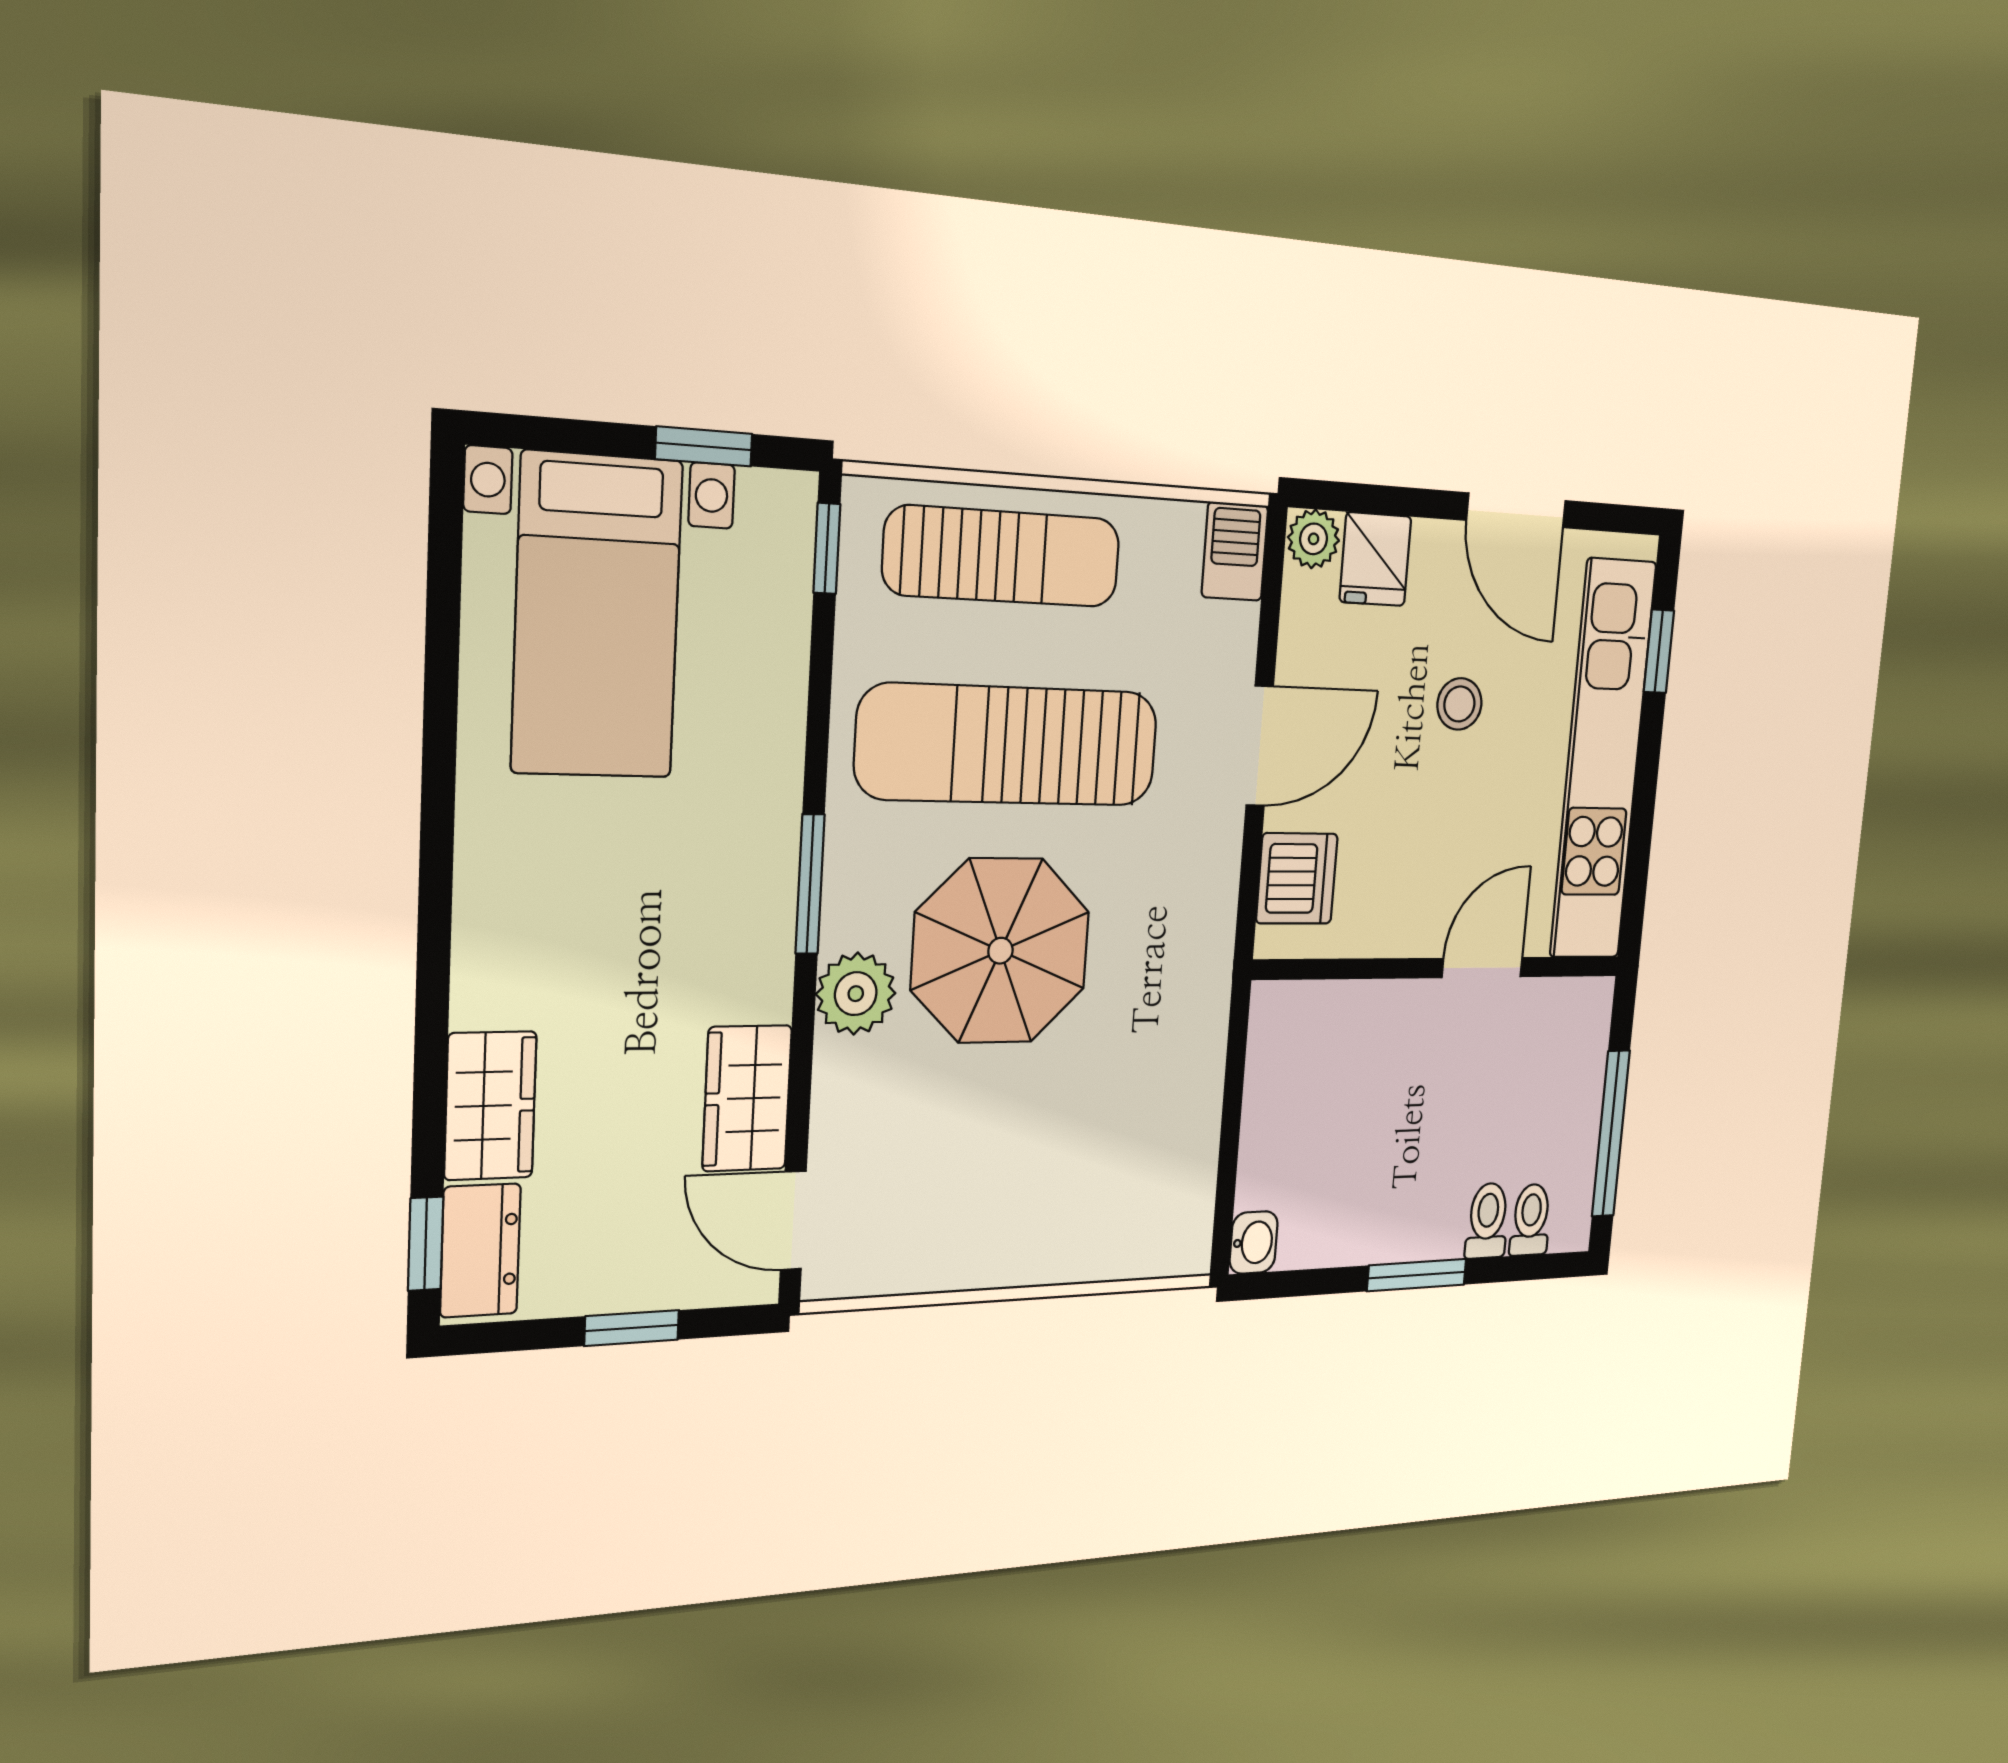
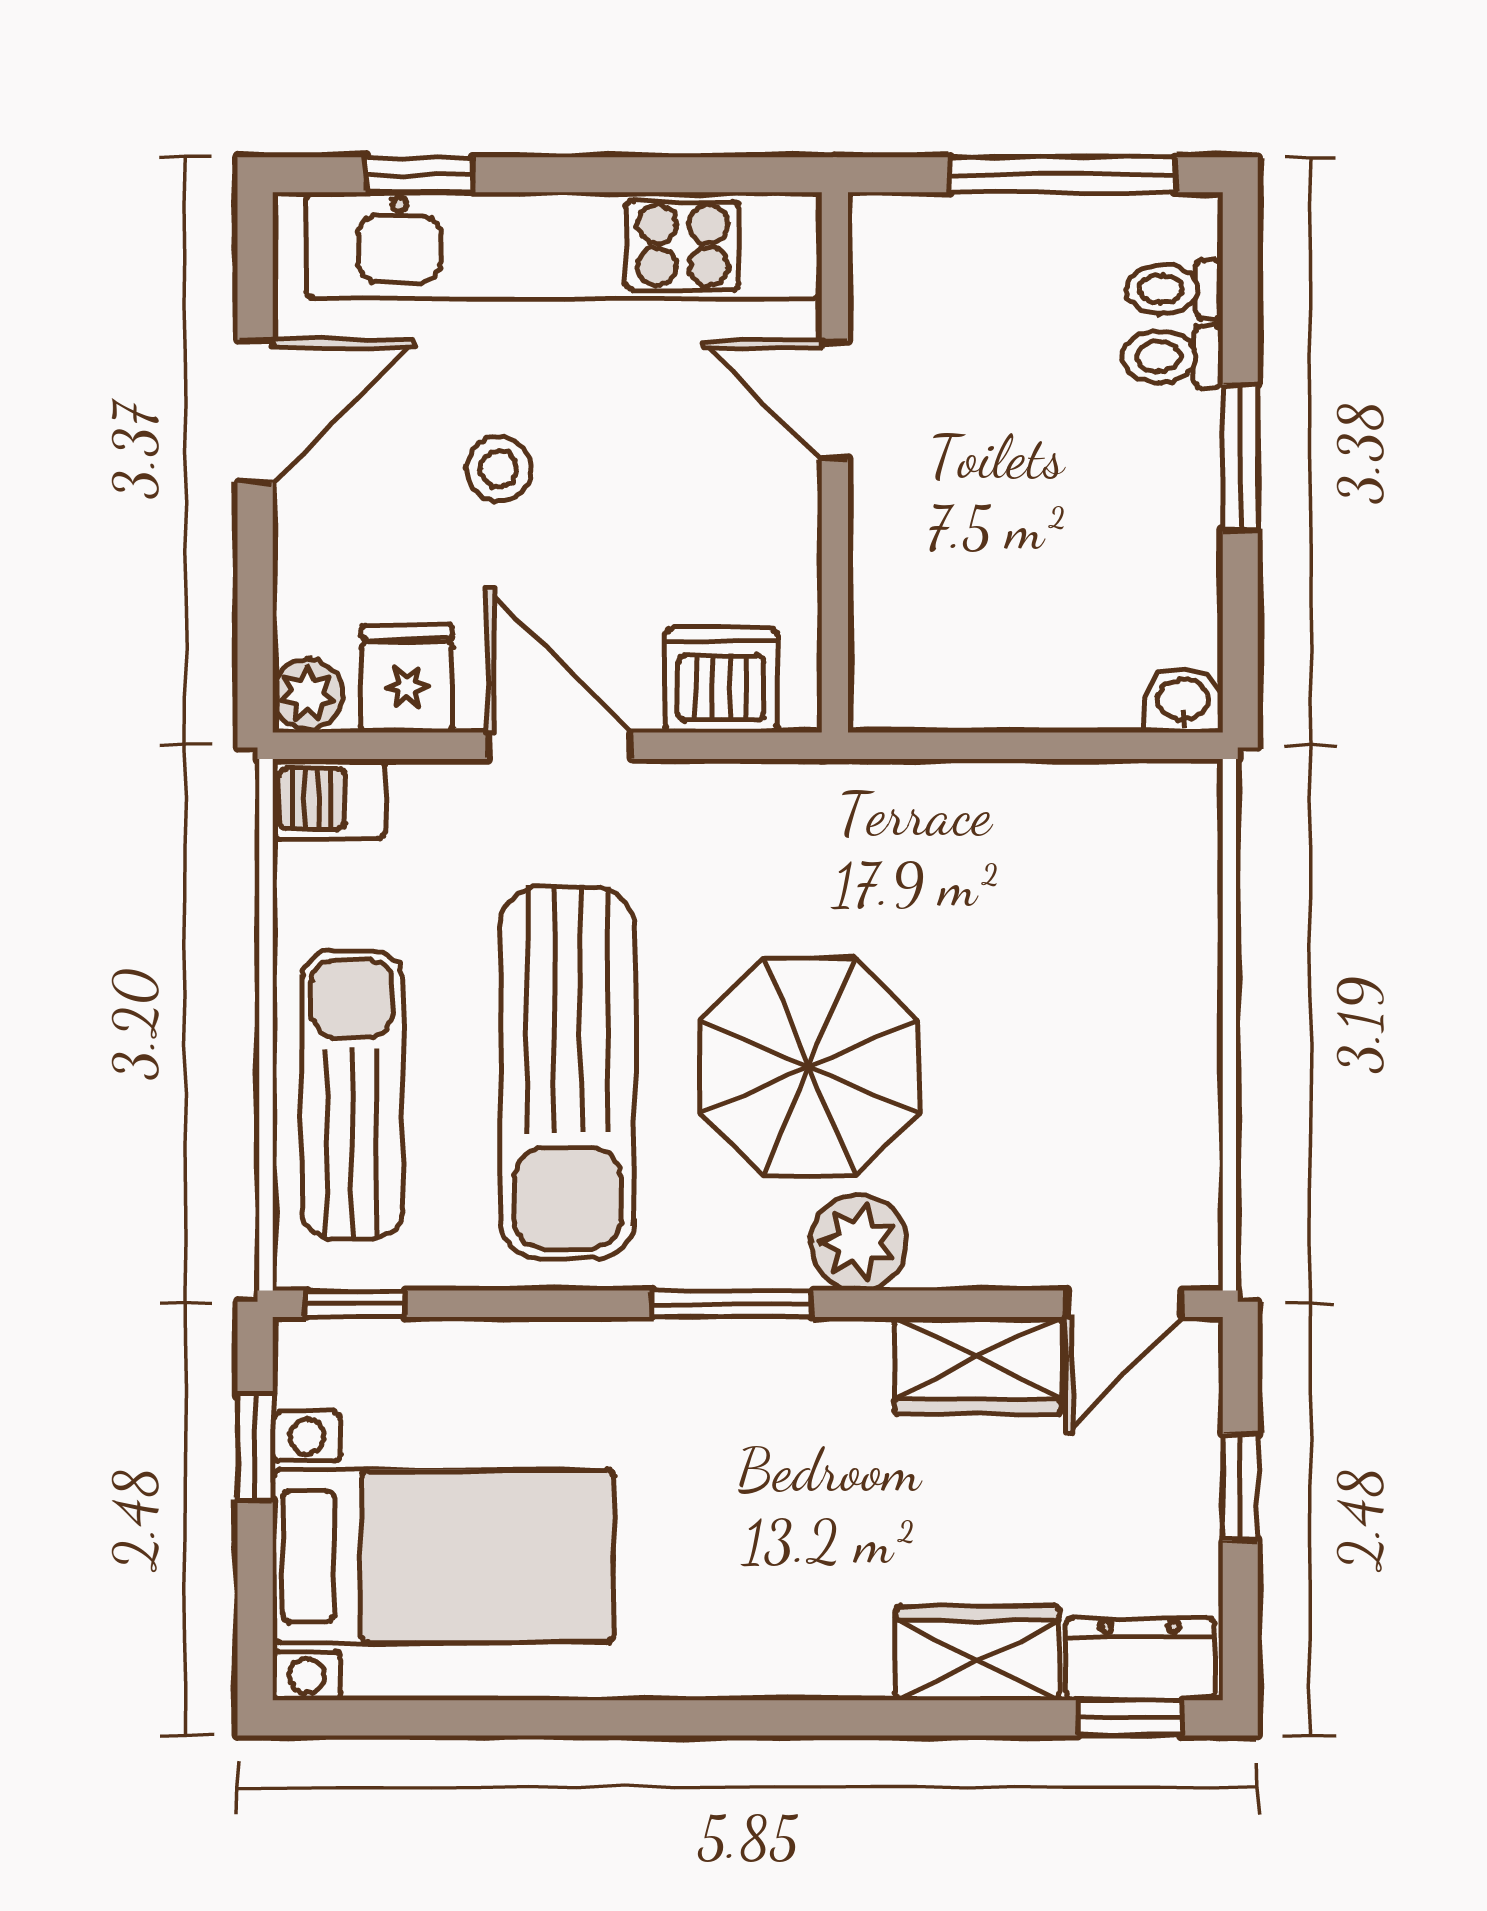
fridge: (1375, 559) -> (407, 678), moved, turned -90

